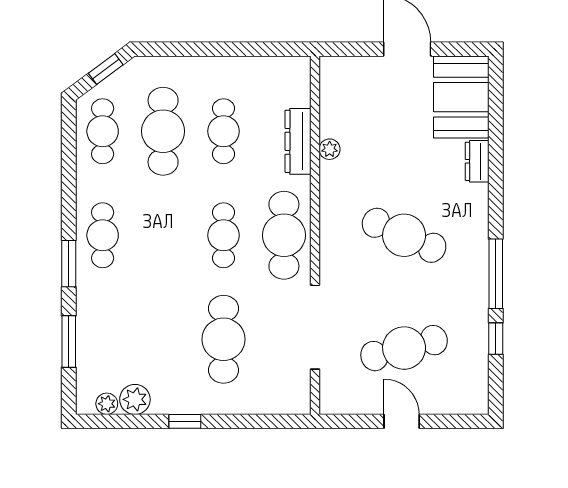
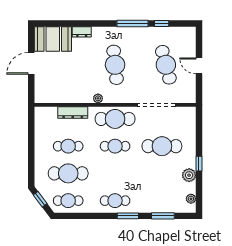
plant: (330, 149) -> (98, 98), moved
cafe table: (404, 235) -> (115, 65), turned -30
plant: (135, 399) -> (189, 175), moved
door: (402, 421) -> (199, 66), hinge flipped

